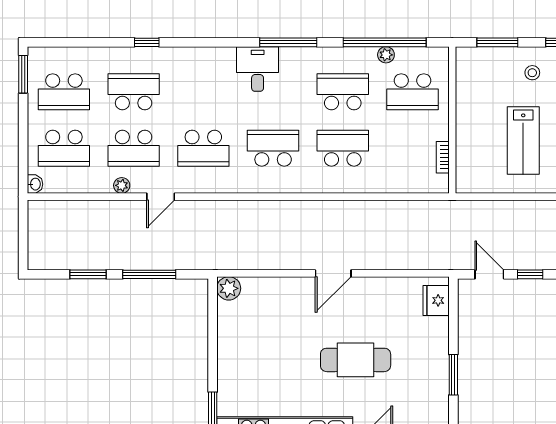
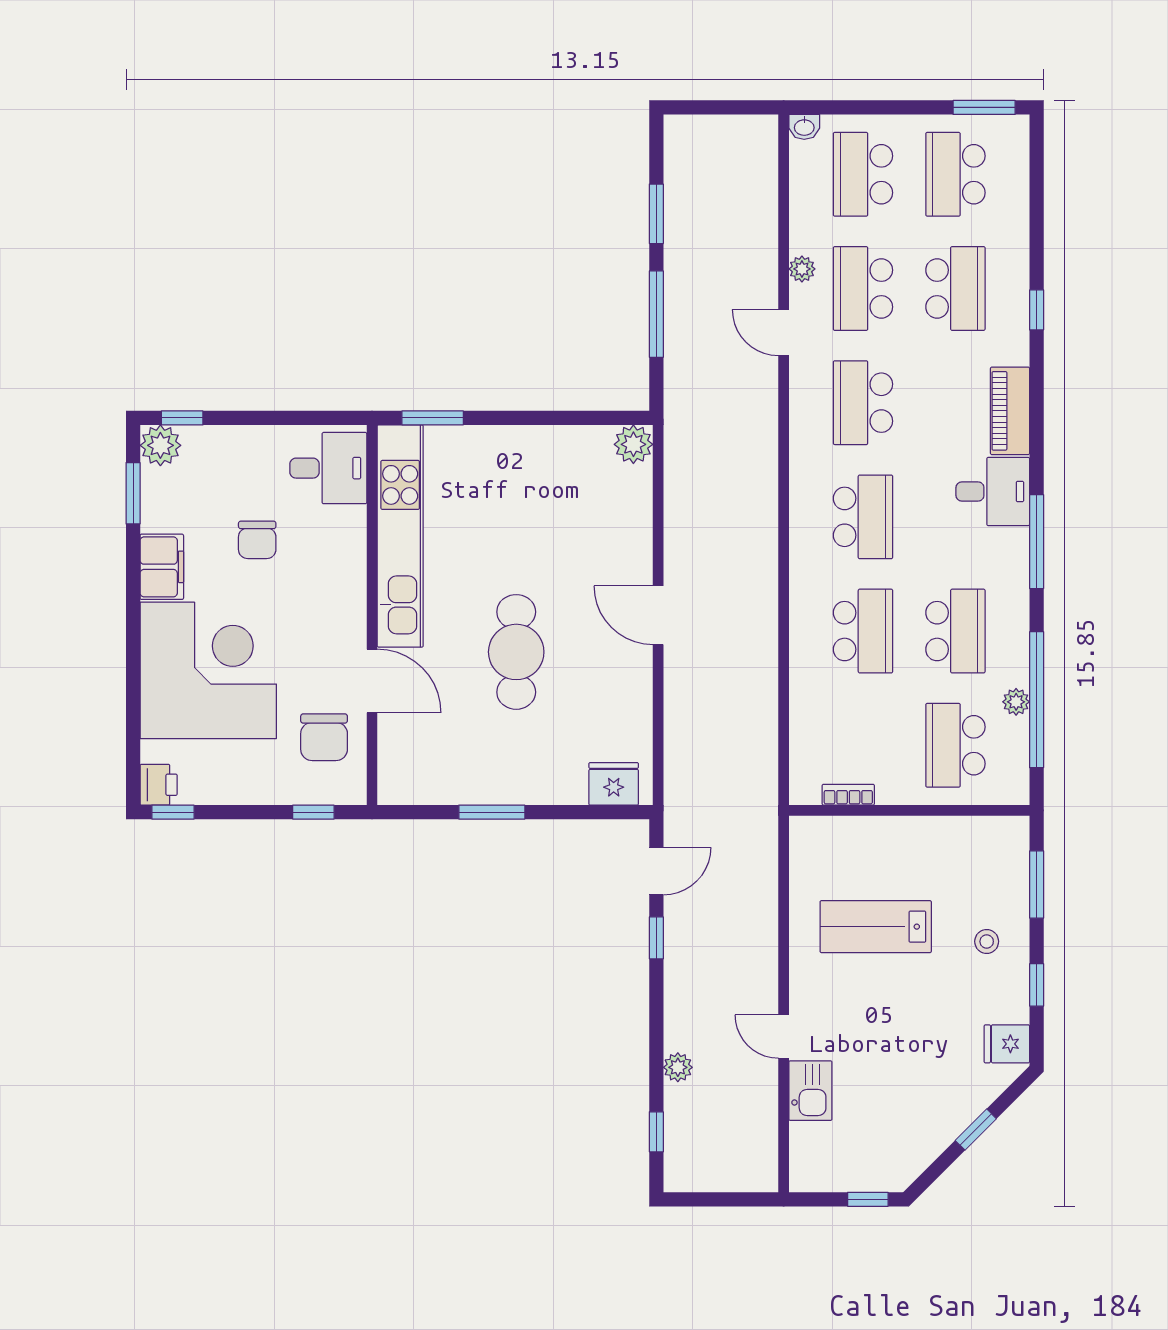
piano: (208, 58) -> (1010, 411), added

